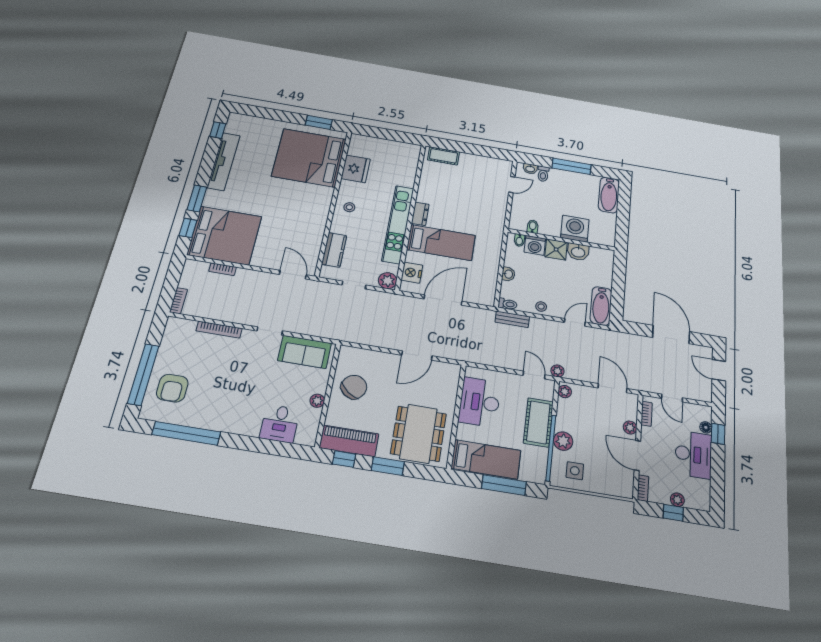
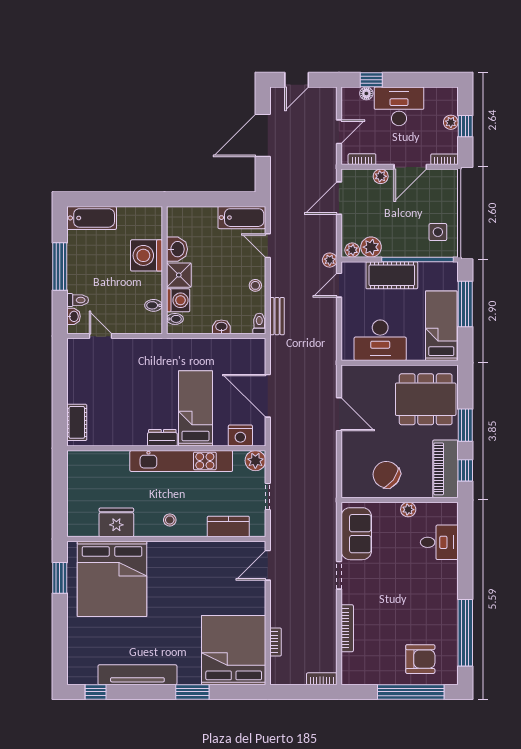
window: (188, 228) -> (232, 692), removed
plant: (563, 441) -> (371, 247), moved

